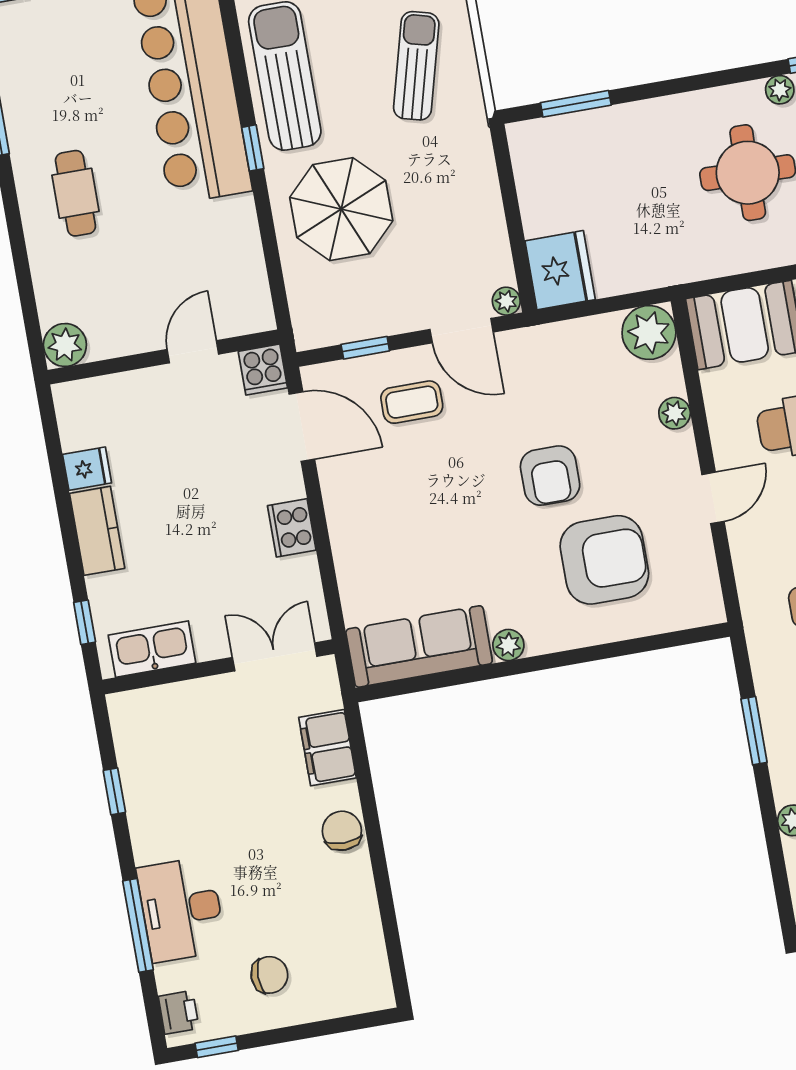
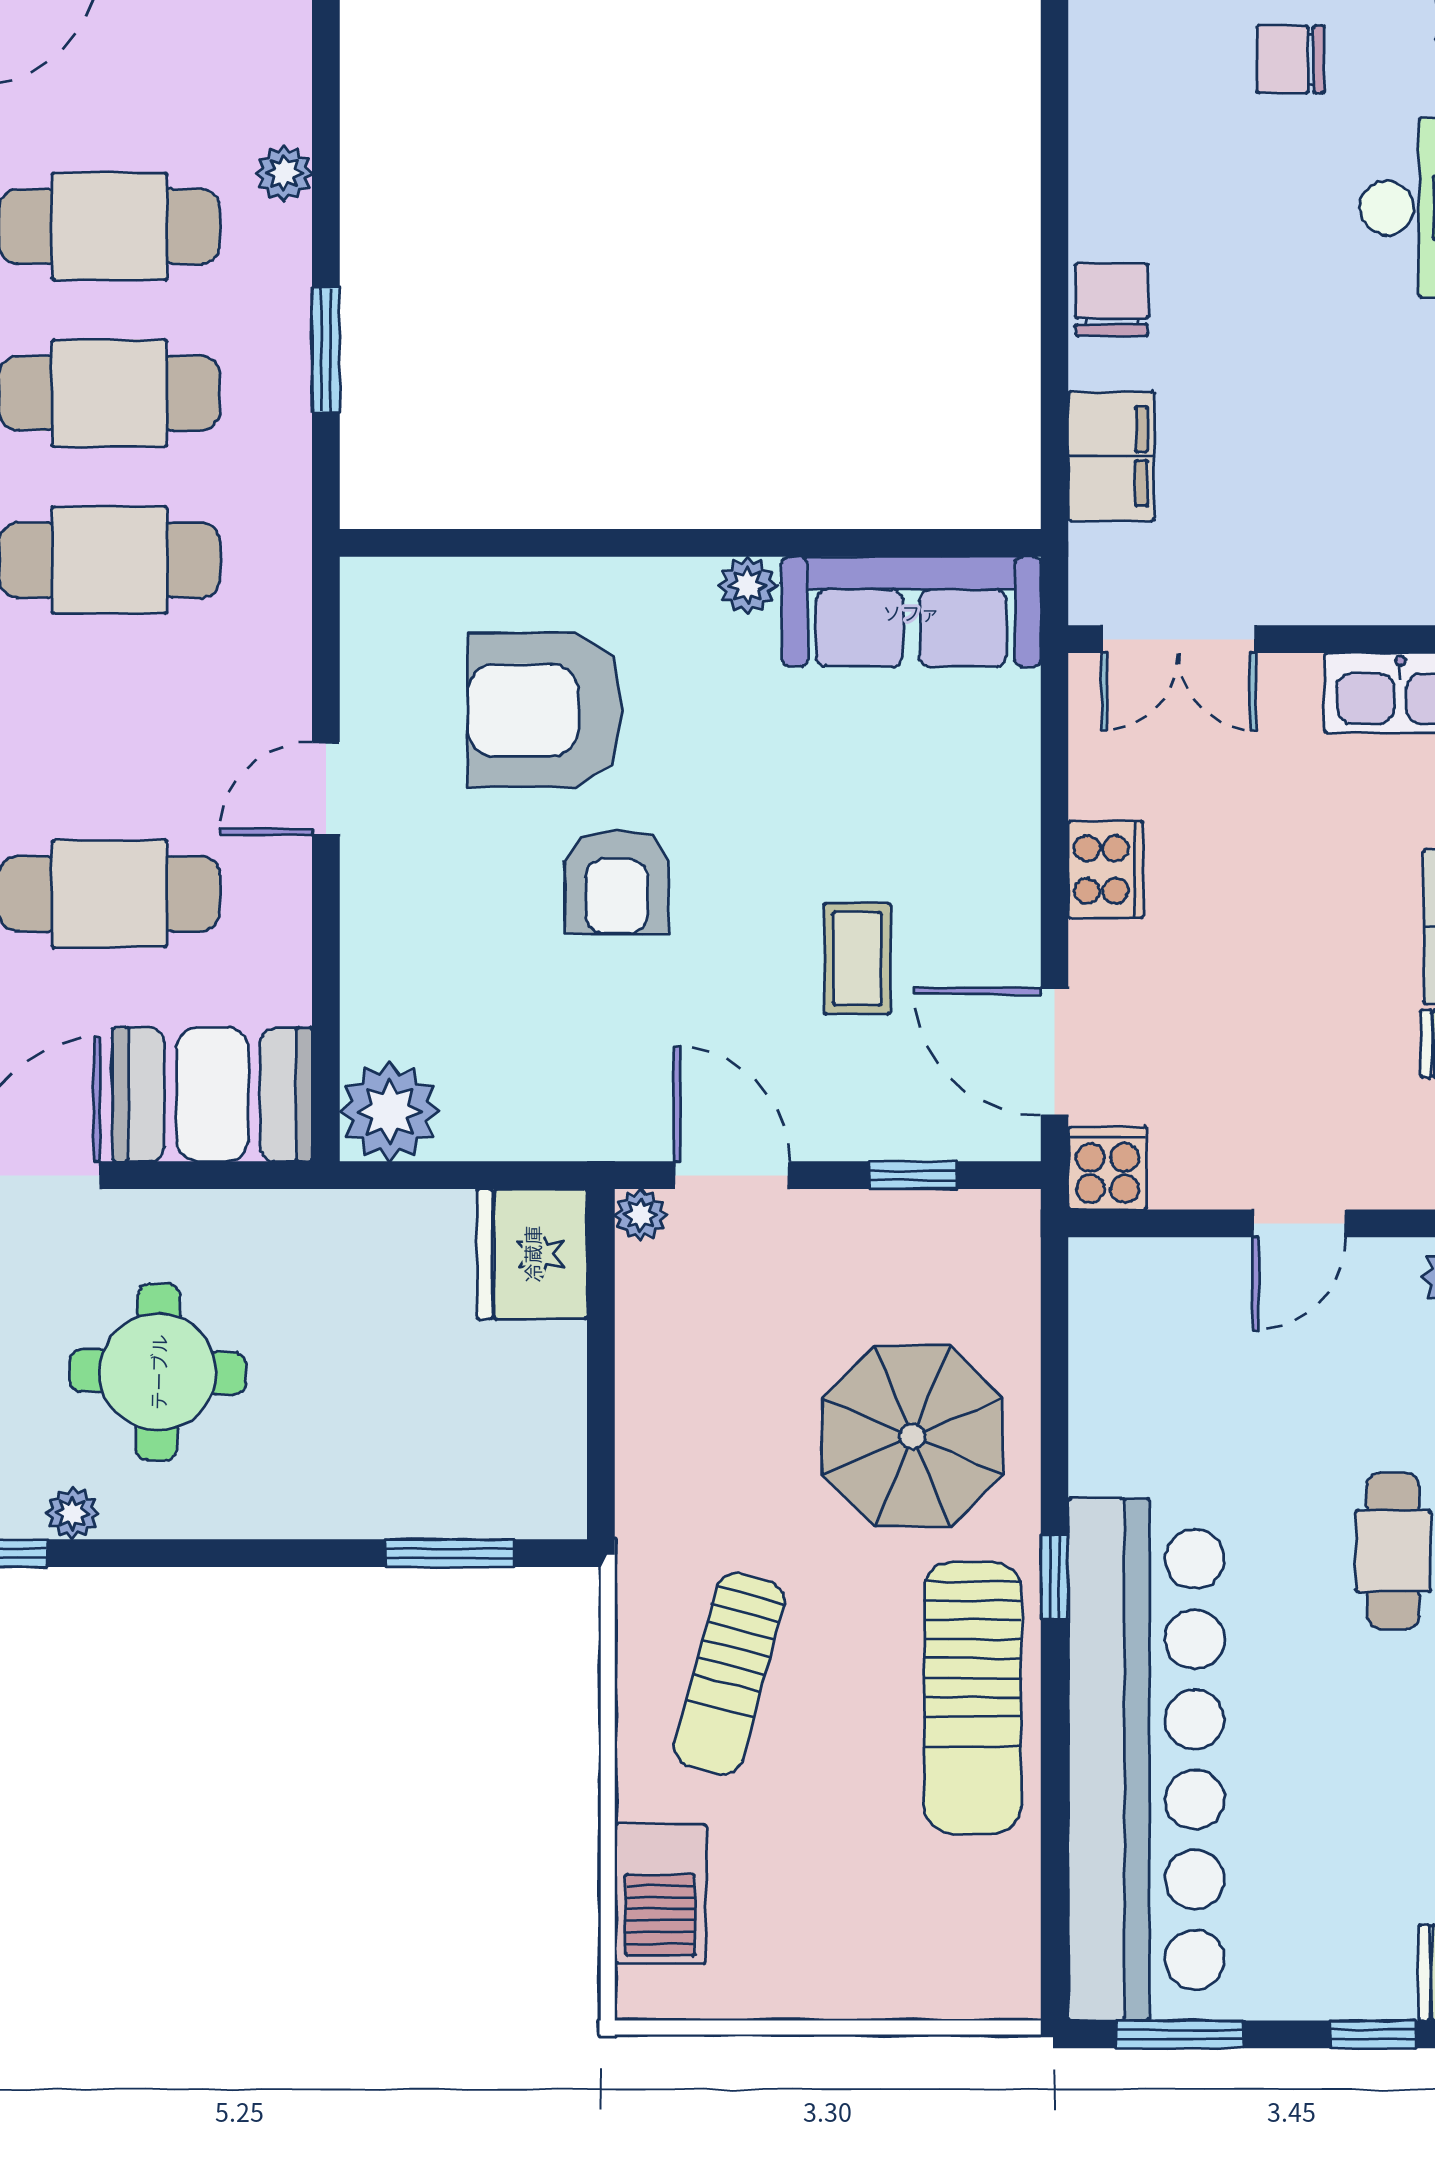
door: (193, 352) -> (1299, 1223), moved
coffee table: (412, 402) -> (857, 959), moved, turned 90
plant: (675, 413) -> (369, 956), removed
armchair: (550, 476) -> (617, 882), turned 180
chair: (342, 831) -> (1112, 300), turned 180

